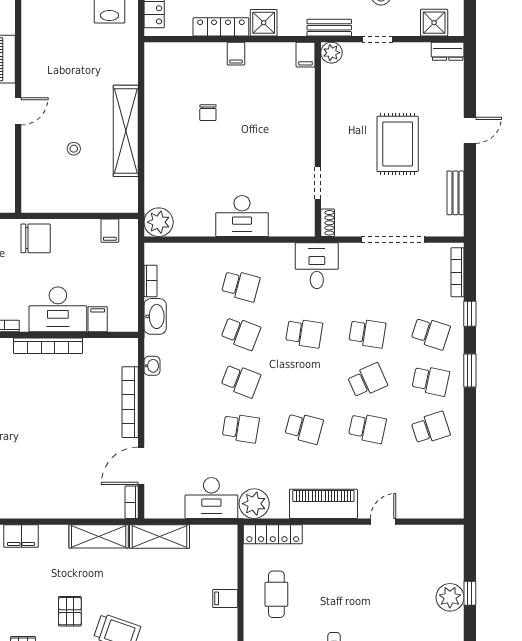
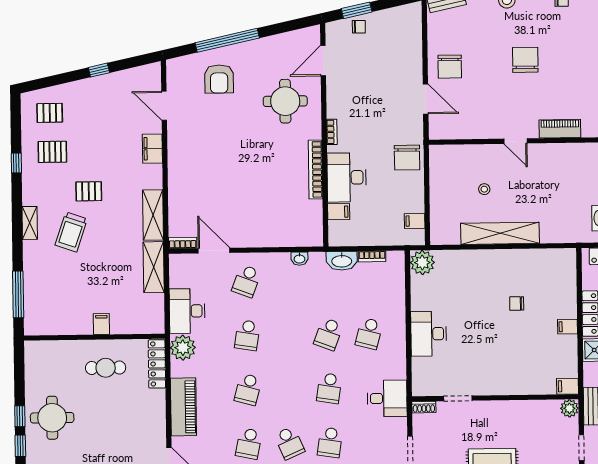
school desk: (241, 381) -> (247, 281), moved
bookcase: (130, 402) -> (268, 240), removed

